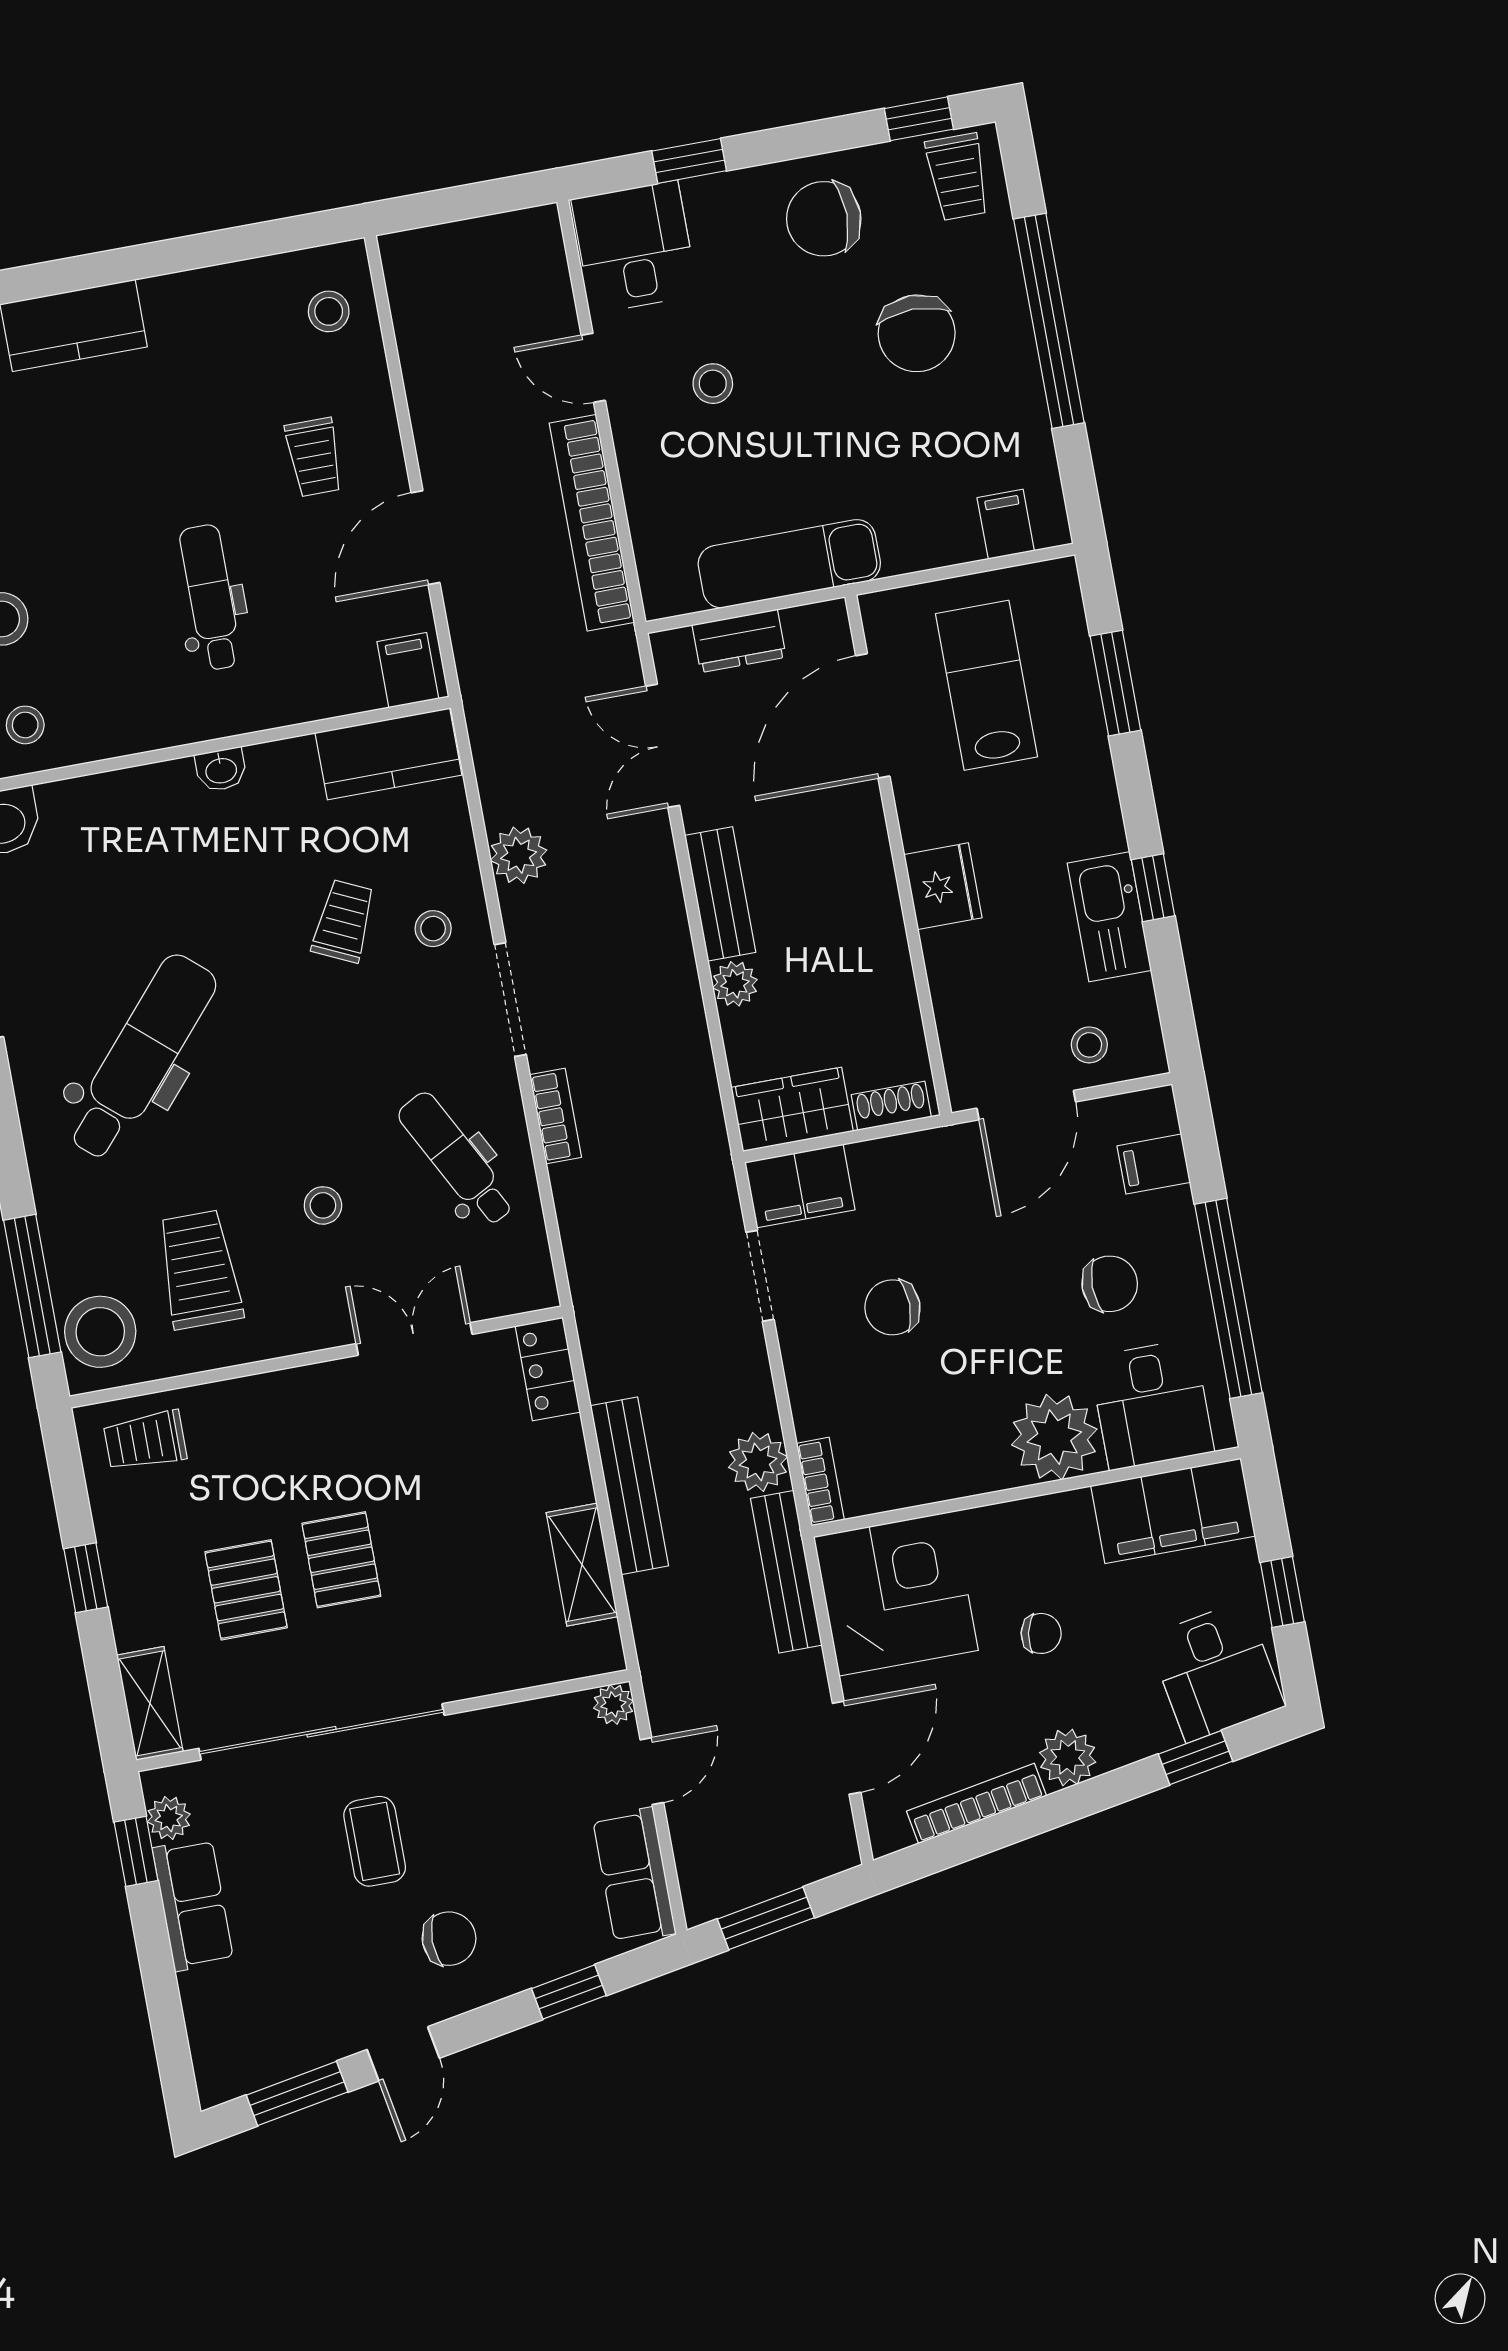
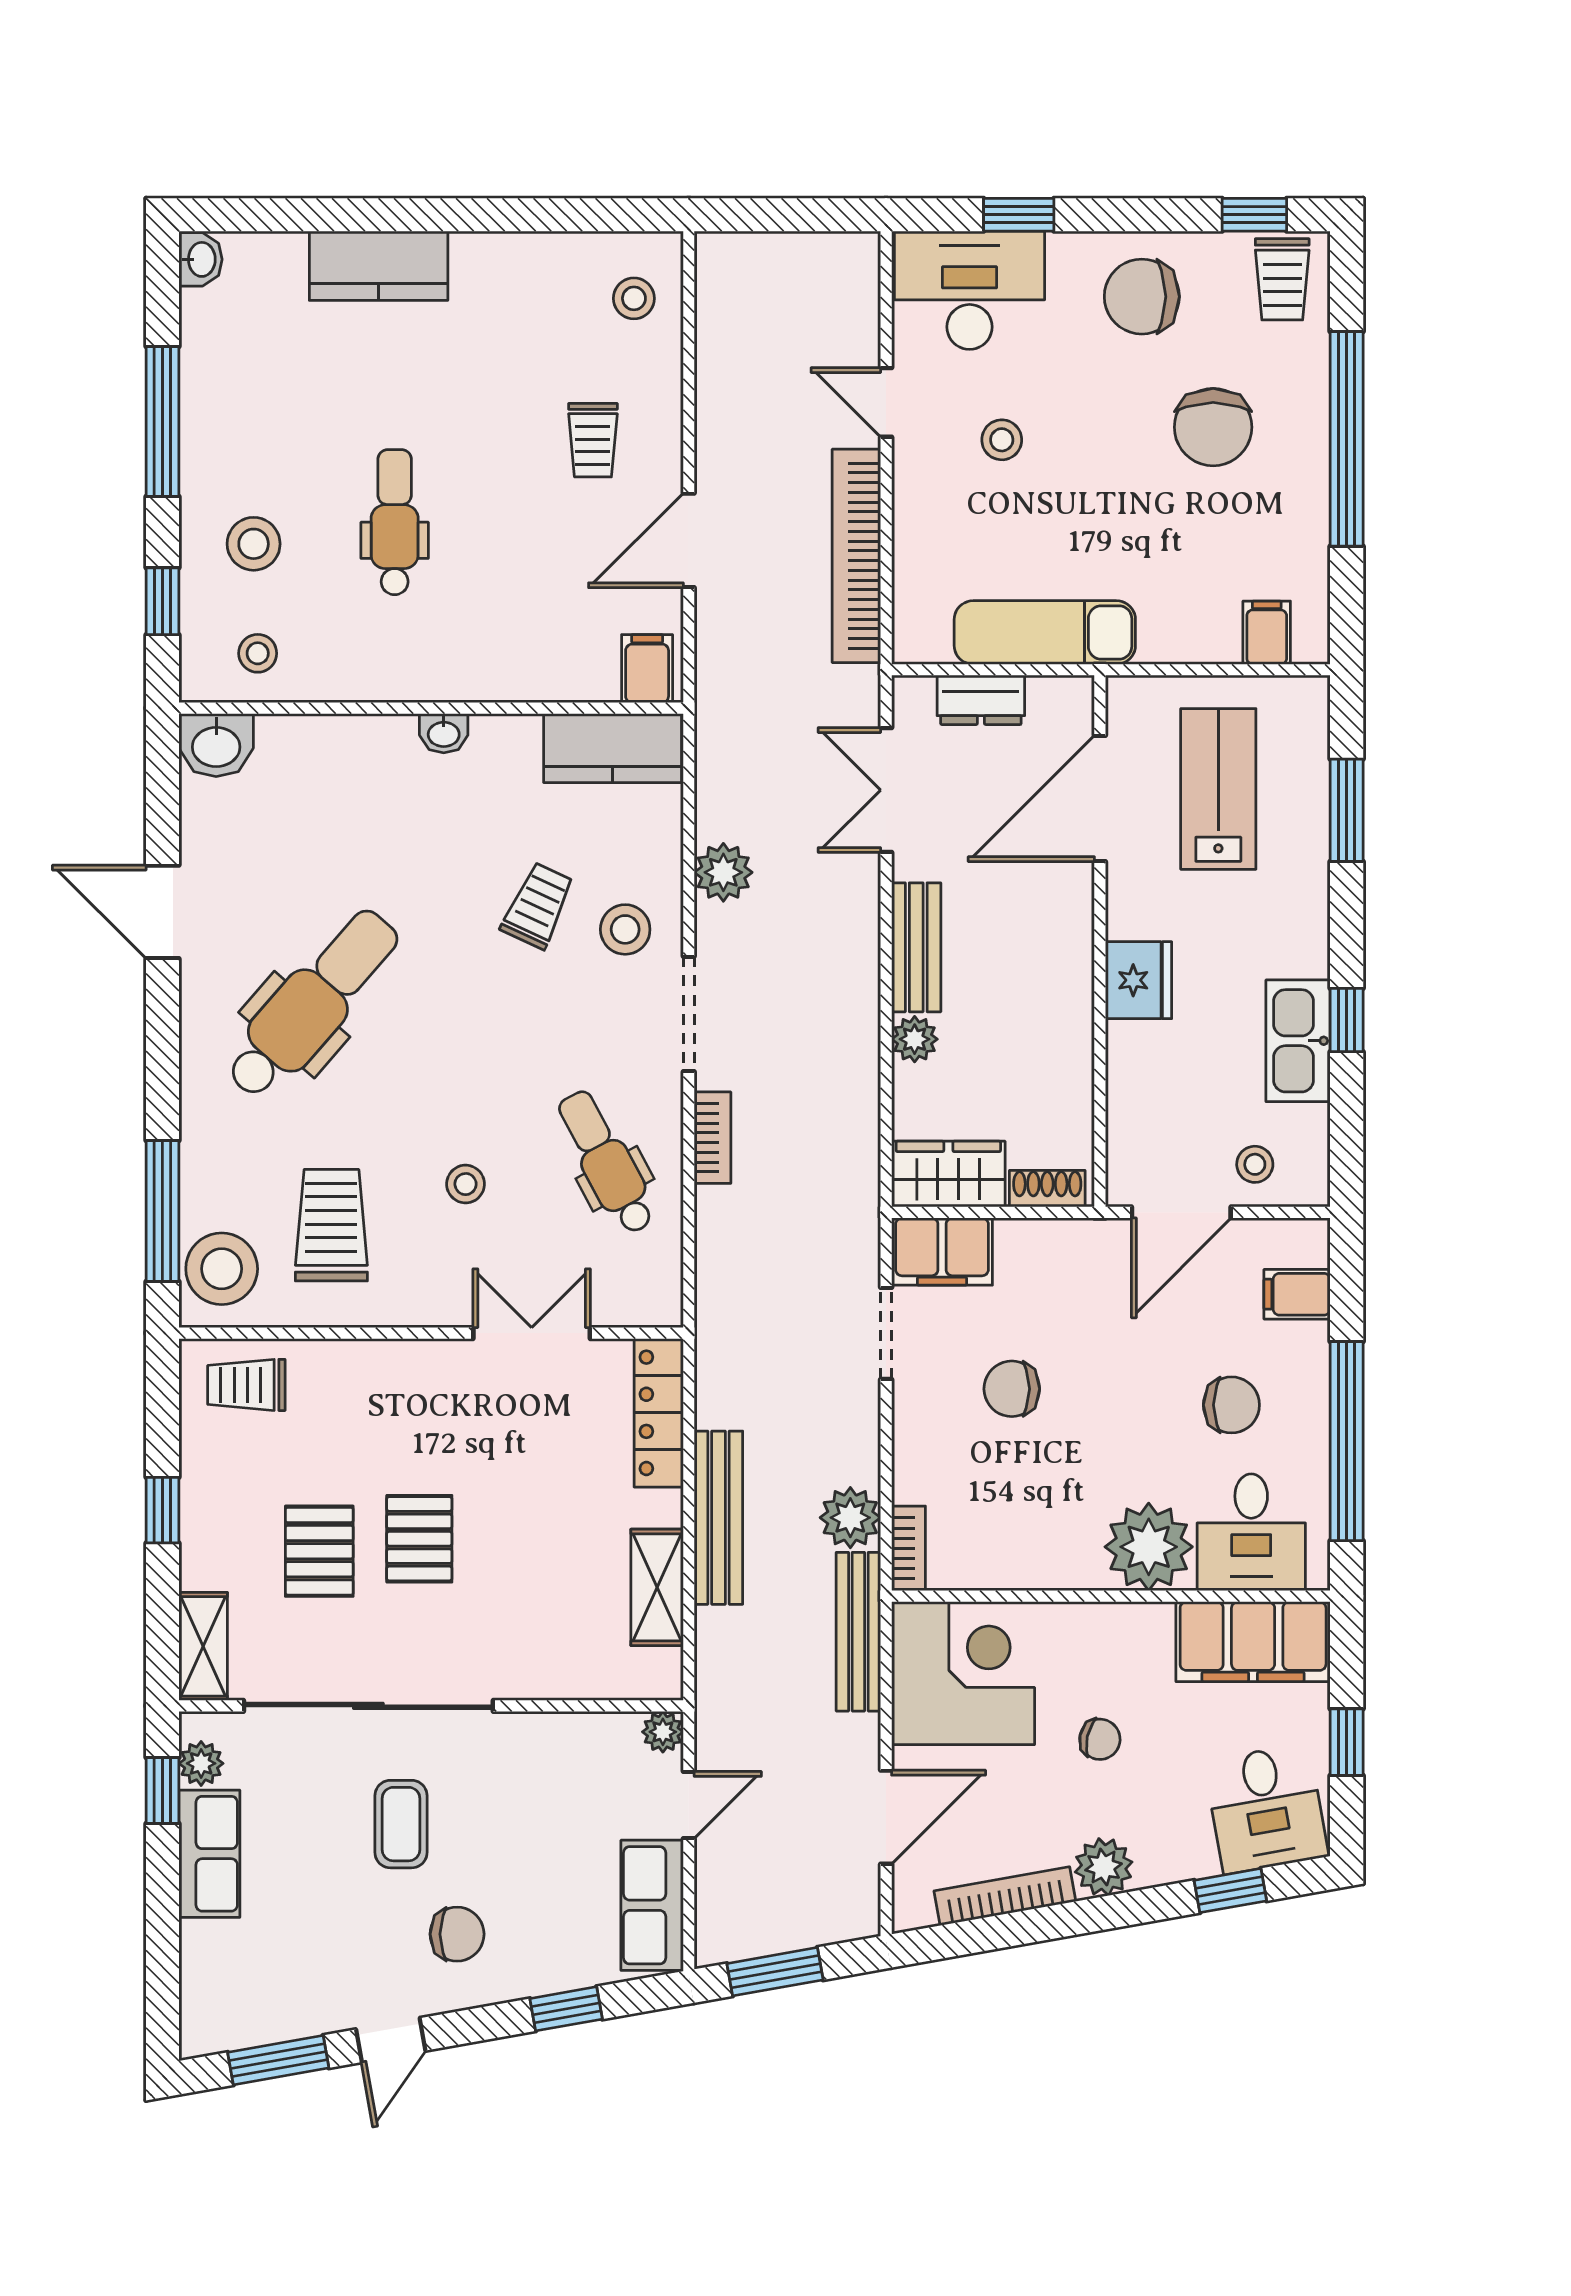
desk: (635, 247) -> (970, 290), width x1.37
dental chair: (211, 597) -> (395, 522), moved
stool: (433, 929) -> (625, 929), width x1.37, depth x1.37
locker: (548, 1369) -> (659, 1413), width x1.53

